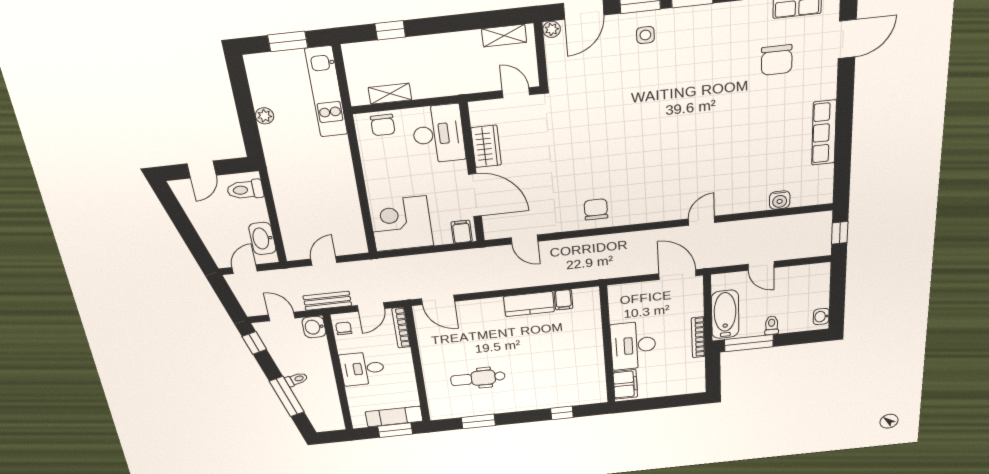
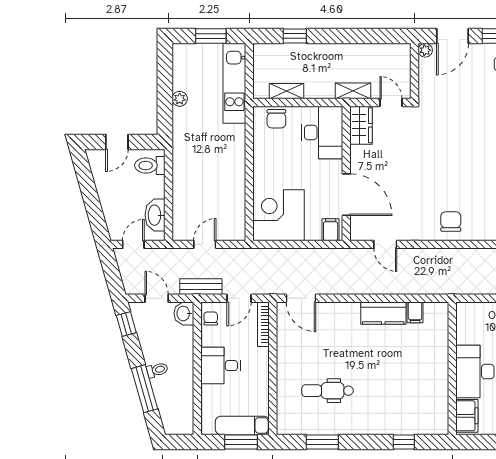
shelving: (504, 36) -> (353, 91), moved
wardrobe: (486, 146) -> (361, 125), moved

